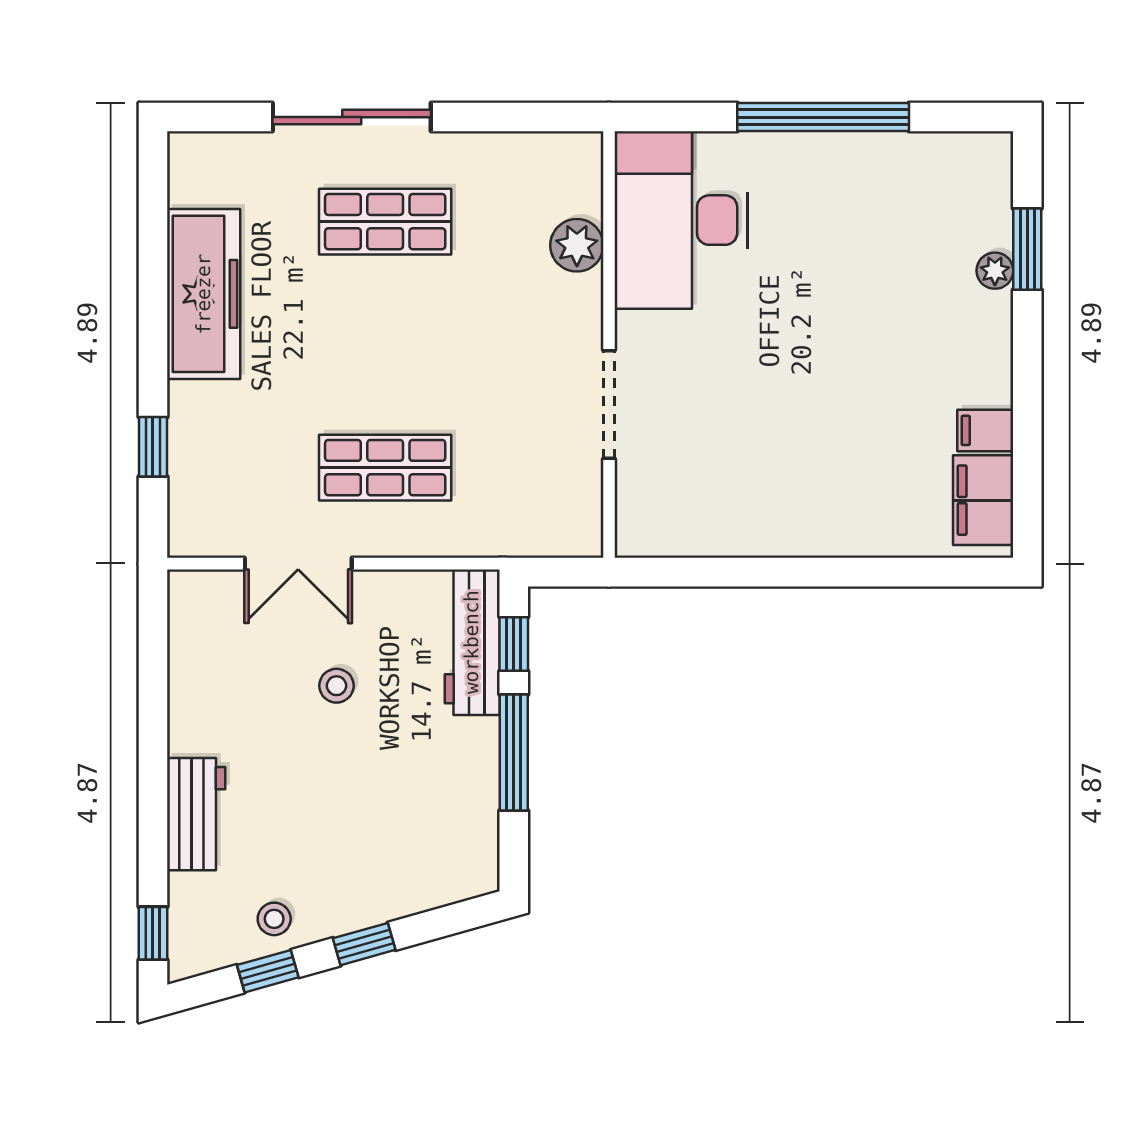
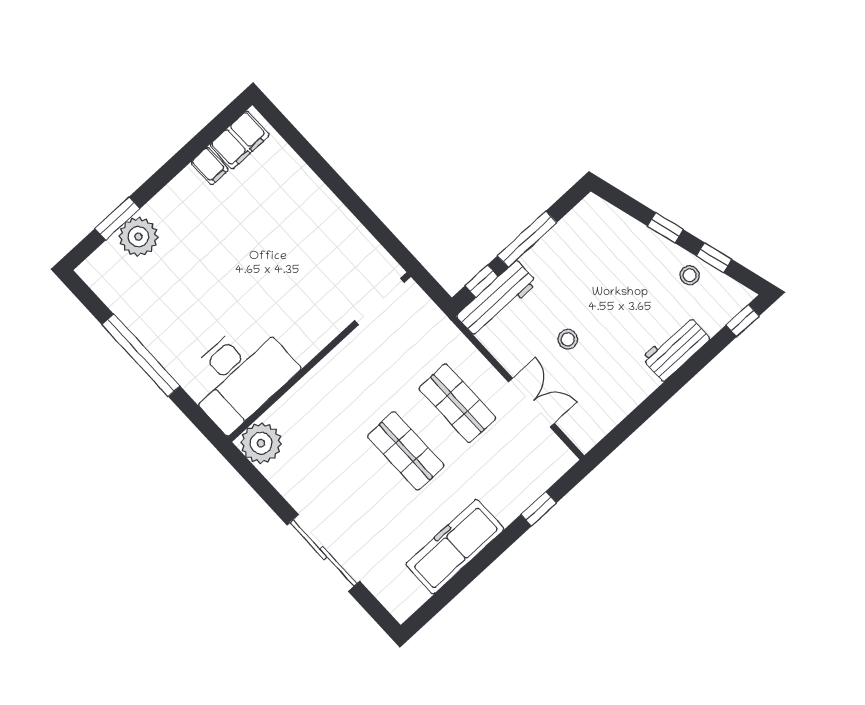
shop shelf: (385, 222) -> (406, 451), moved
plant: (577, 245) -> (261, 443), moved, width x1.36, depth x1.36
plant: (995, 271) -> (138, 237), width x1.88, depth x1.88
doorway: (609, 405) -> (379, 302), moved

